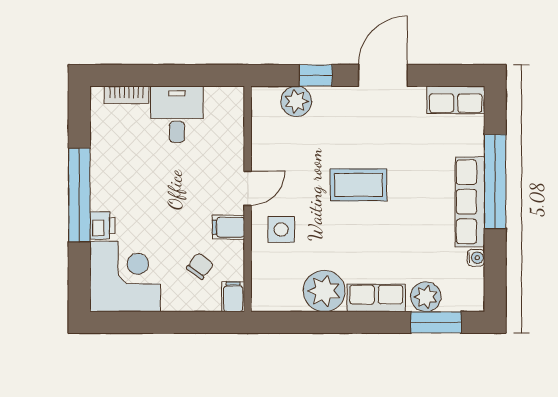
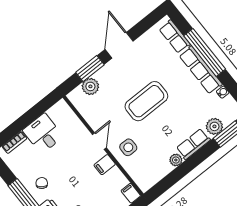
window: (316, 75) -> (90, 68), width x1.50
row of seats: (456, 100) -> (175, 37), moved, turned 90
coffee table: (358, 185) -> (146, 101), width x1.36, depth x1.32
chair: (200, 266) -> (42, 183), moved
plant: (324, 291) -> (176, 160), width x0.53, depth x0.53

